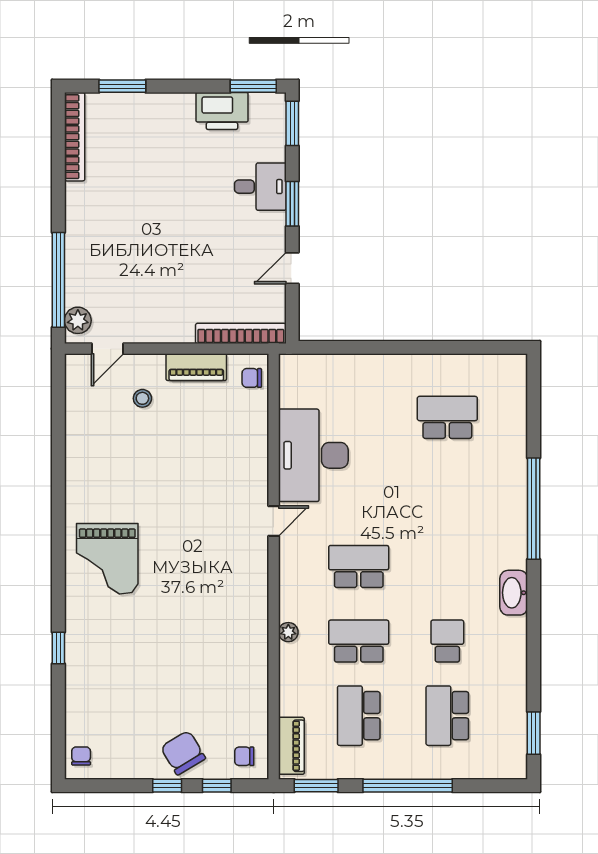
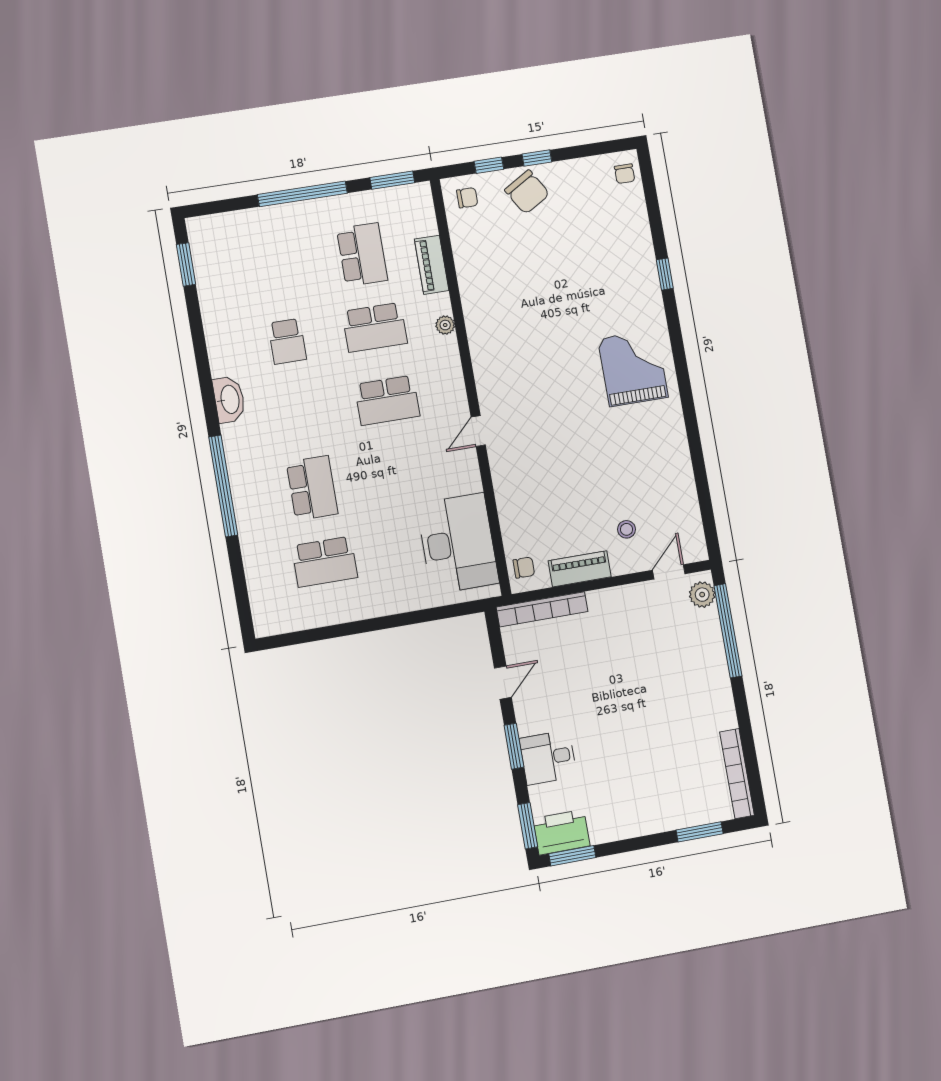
printer: (222, 111) -> (561, 832), moved
desk: (313, 455) -> (458, 543), moved
school desk: (447, 716) -> (312, 488), moved
piano: (291, 746) -> (432, 265), moved

